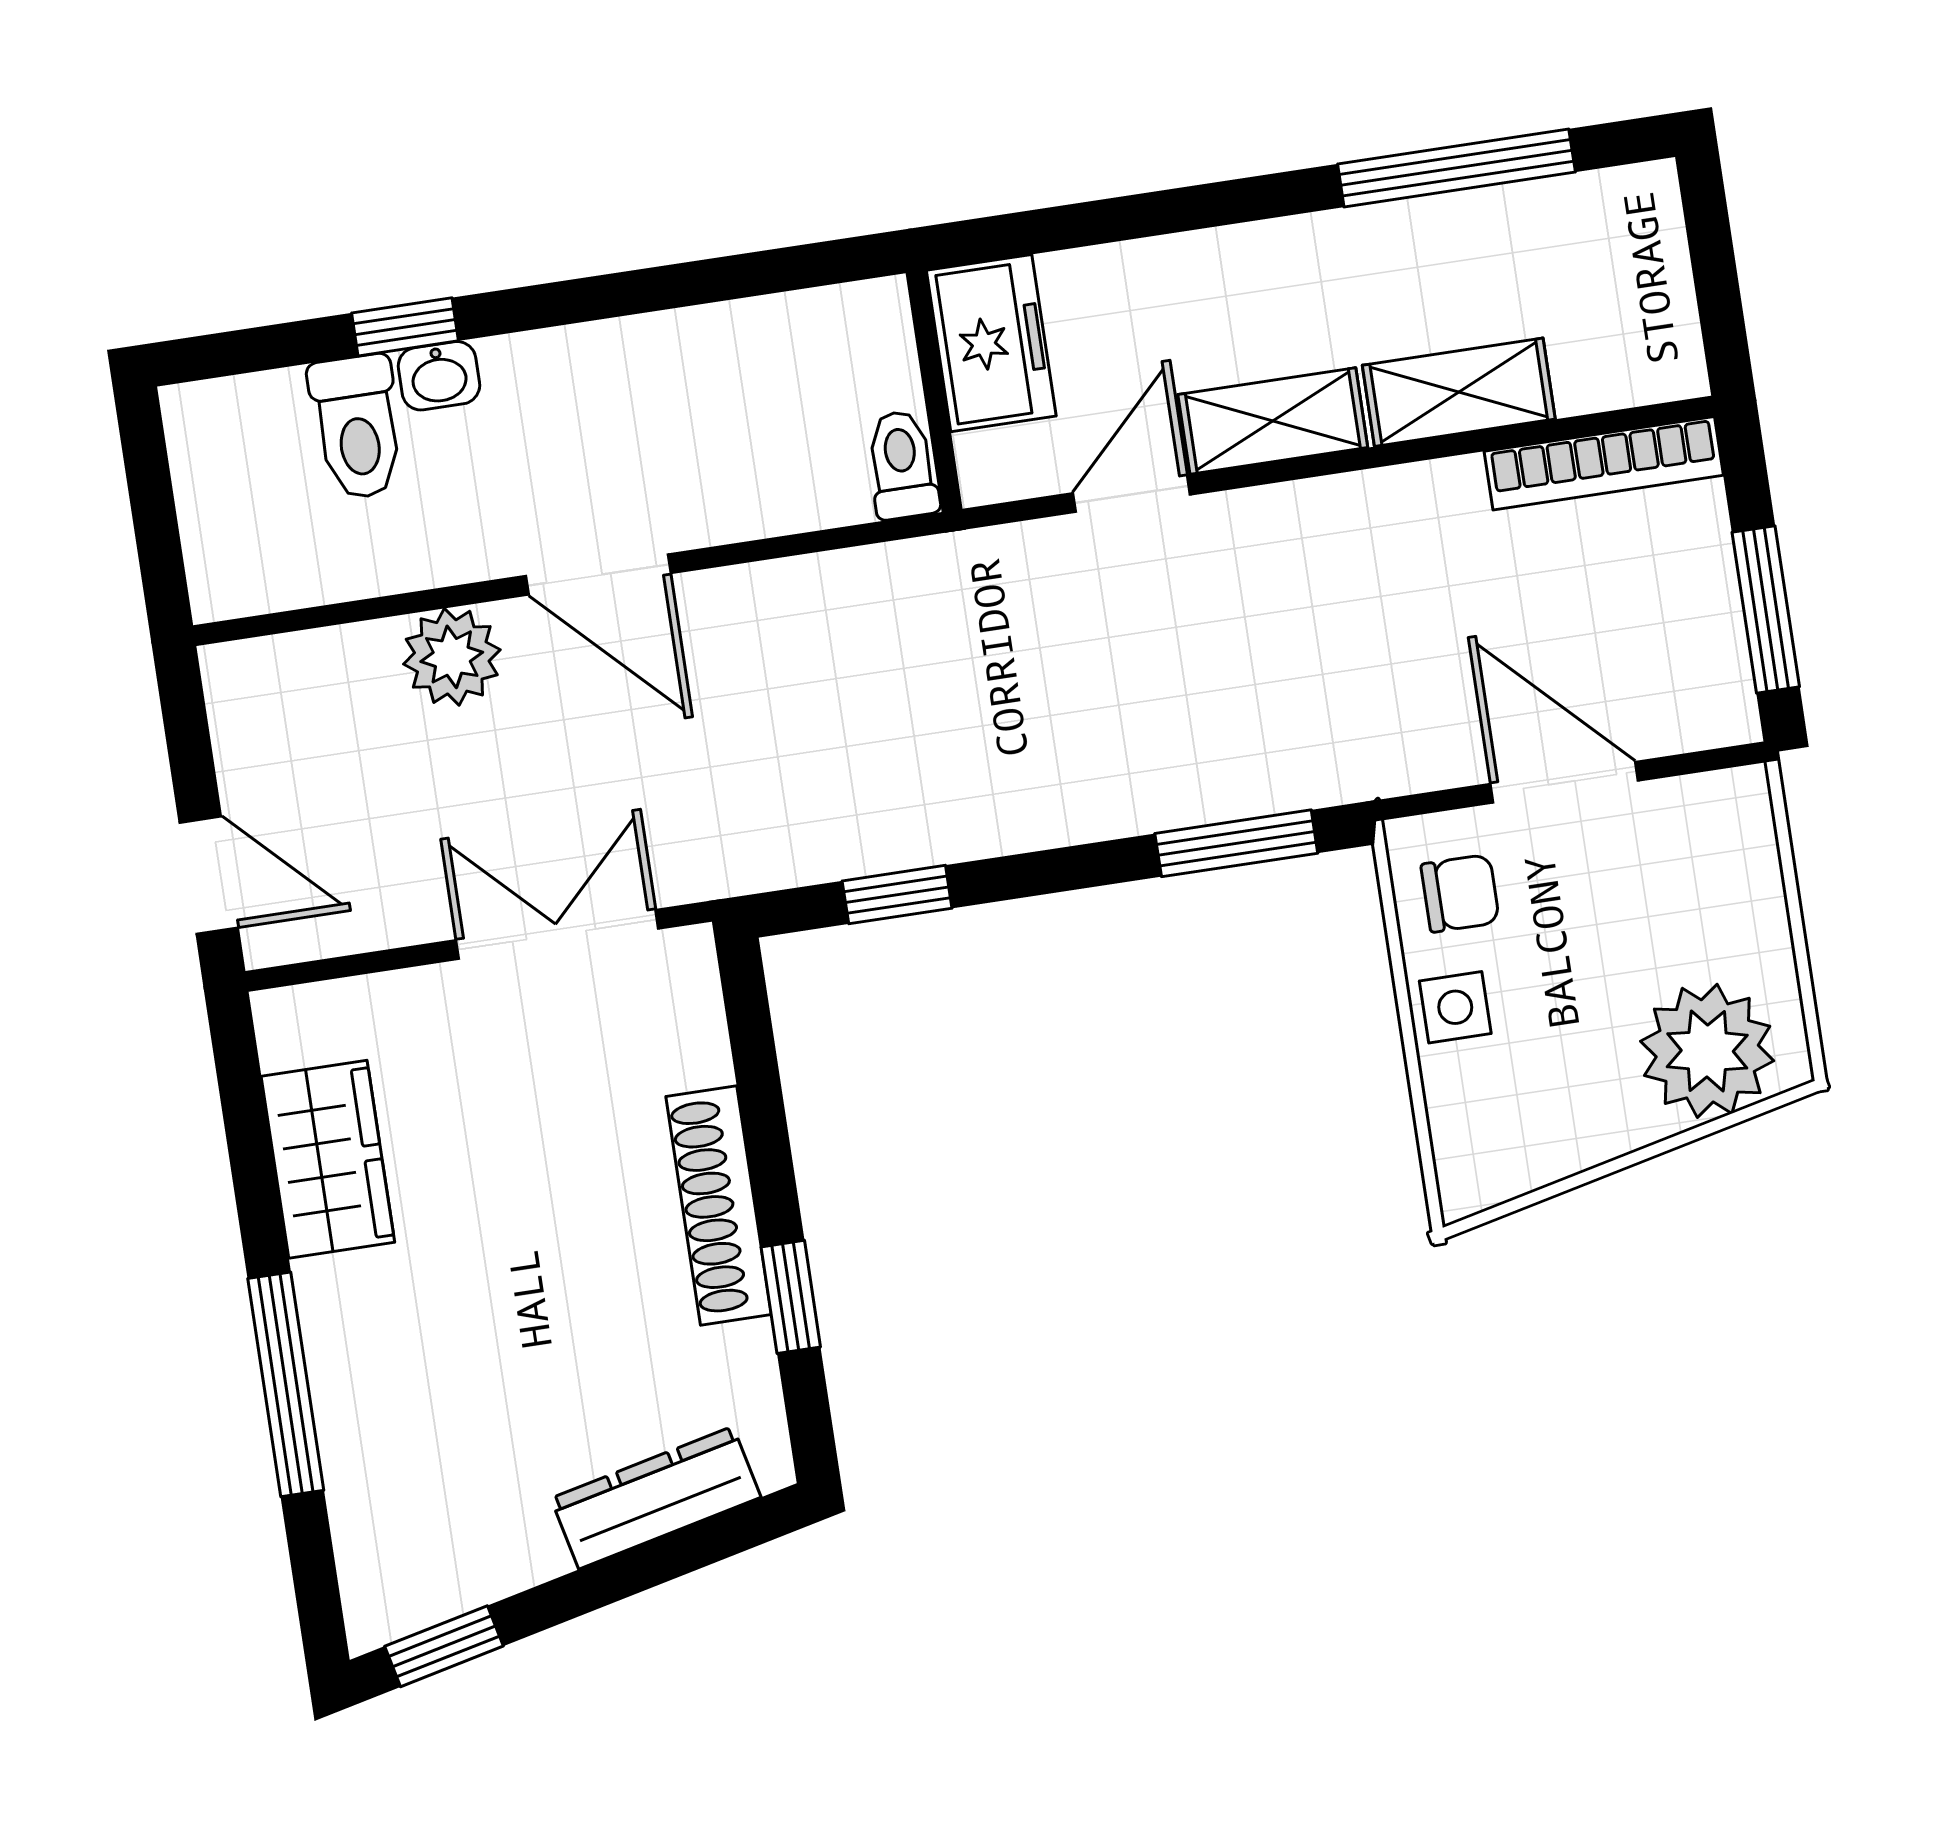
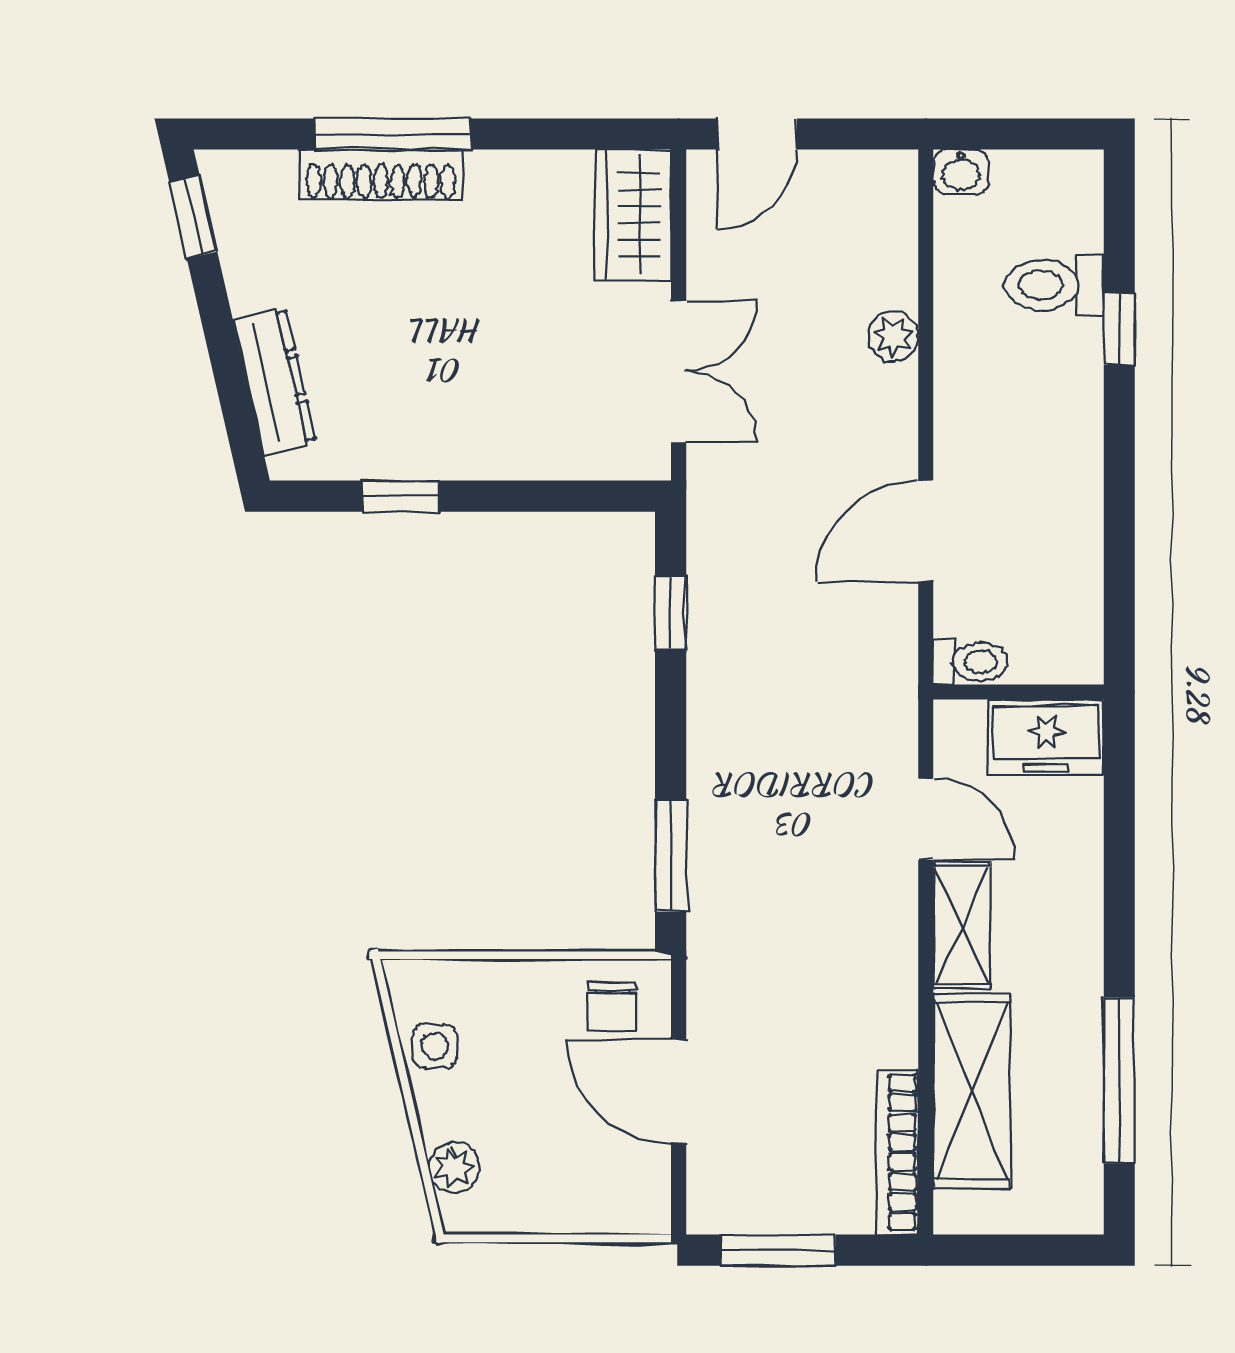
washbasin: (439, 376) -> (961, 172), moved, turned -90
shelving: (1459, 392) -> (972, 1091), width x1.50, depth x1.33
door: (598, 575) -> (926, 531), moved
plant: (452, 657) -> (893, 336), width x0.73, depth x0.73
door: (1564, 782) -> (679, 1091), swing flipped
side table: (1455, 1007) -> (435, 1046), moved
plant: (1707, 1051) -> (454, 1168), width x0.53, depth x0.53
wardrobe: (328, 1159) -> (633, 215), moved, turned 90
shoe rack: (719, 1206) -> (381, 175), moved, turned 180

